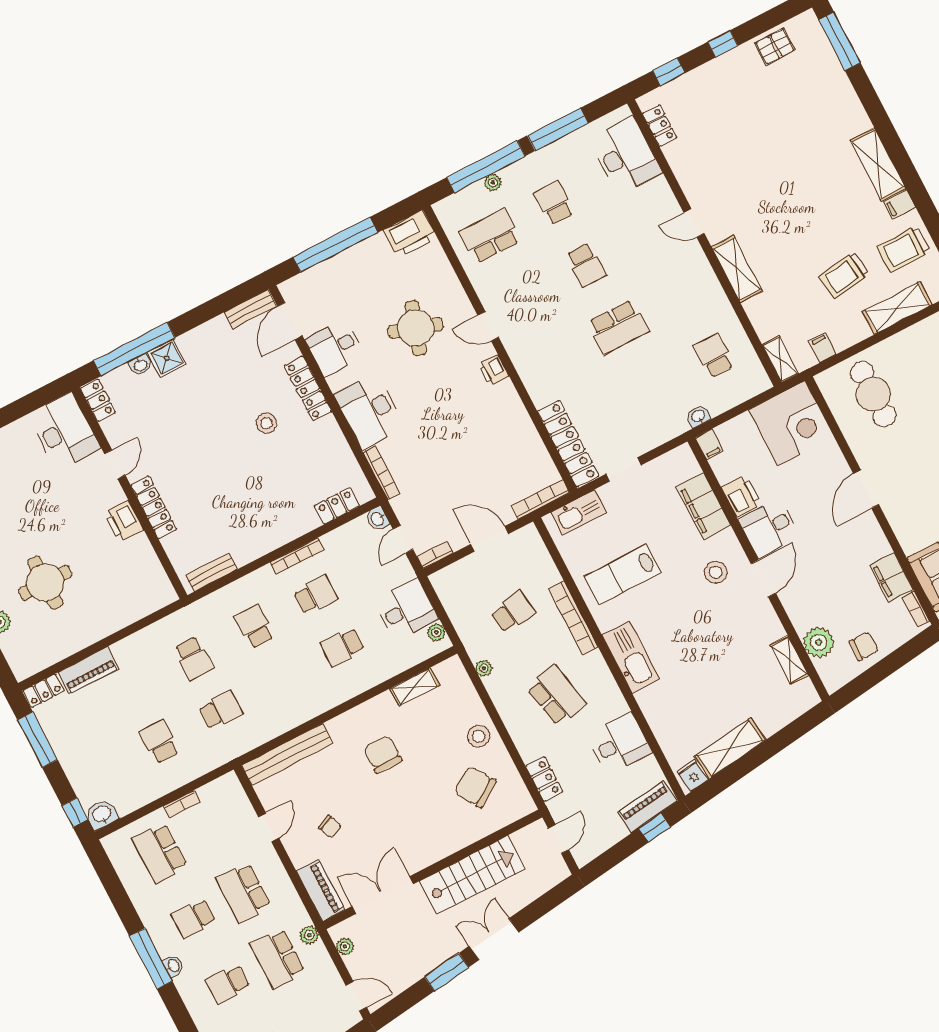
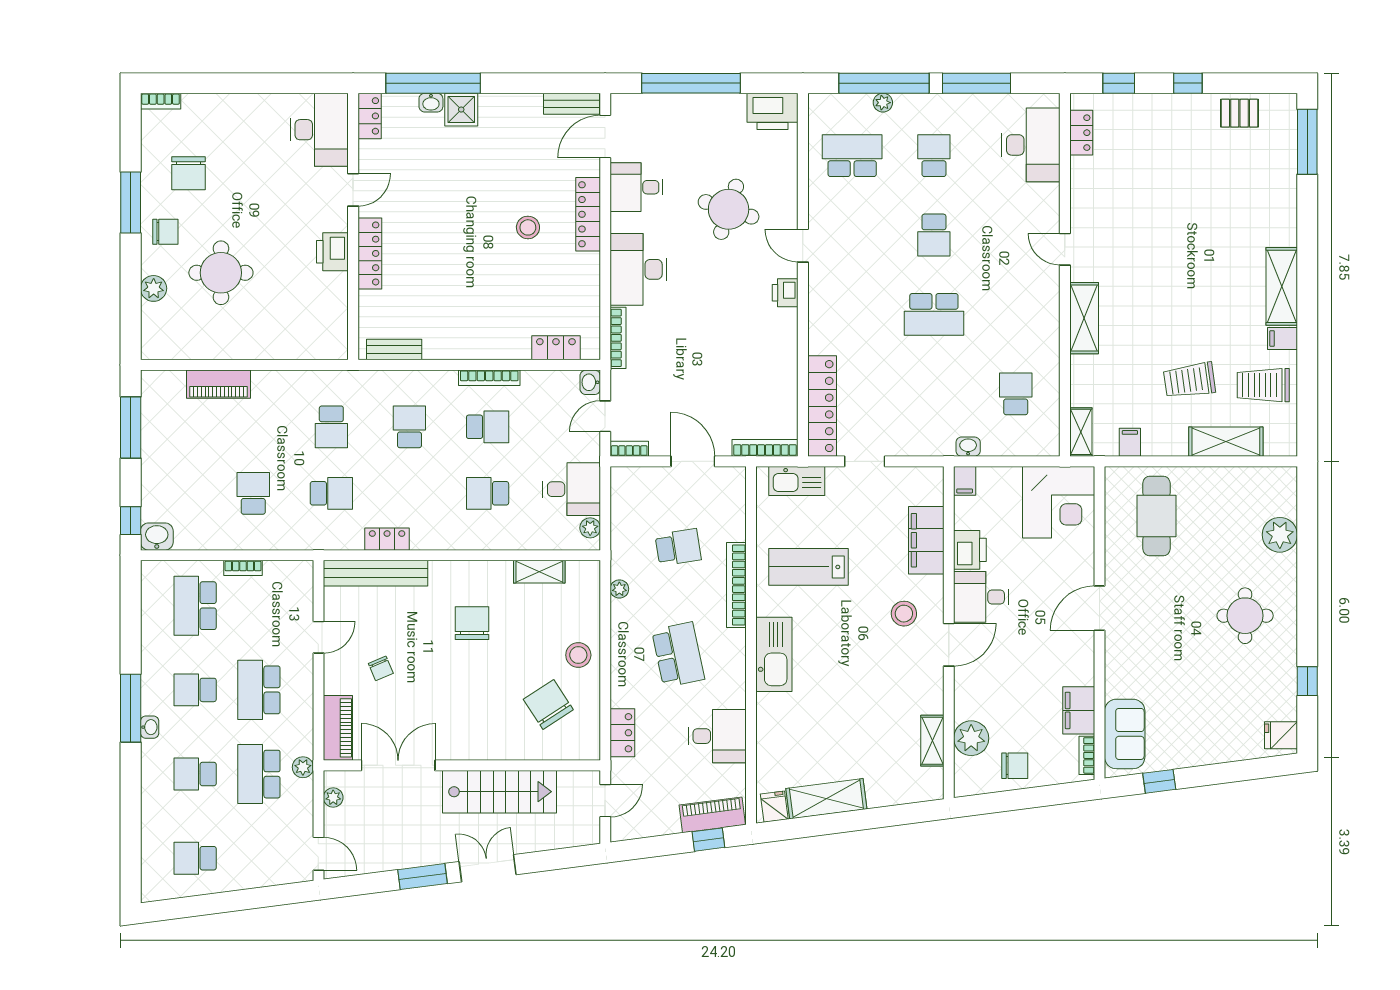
locker: (44, 691) -> (387, 539), moved, turned 180

